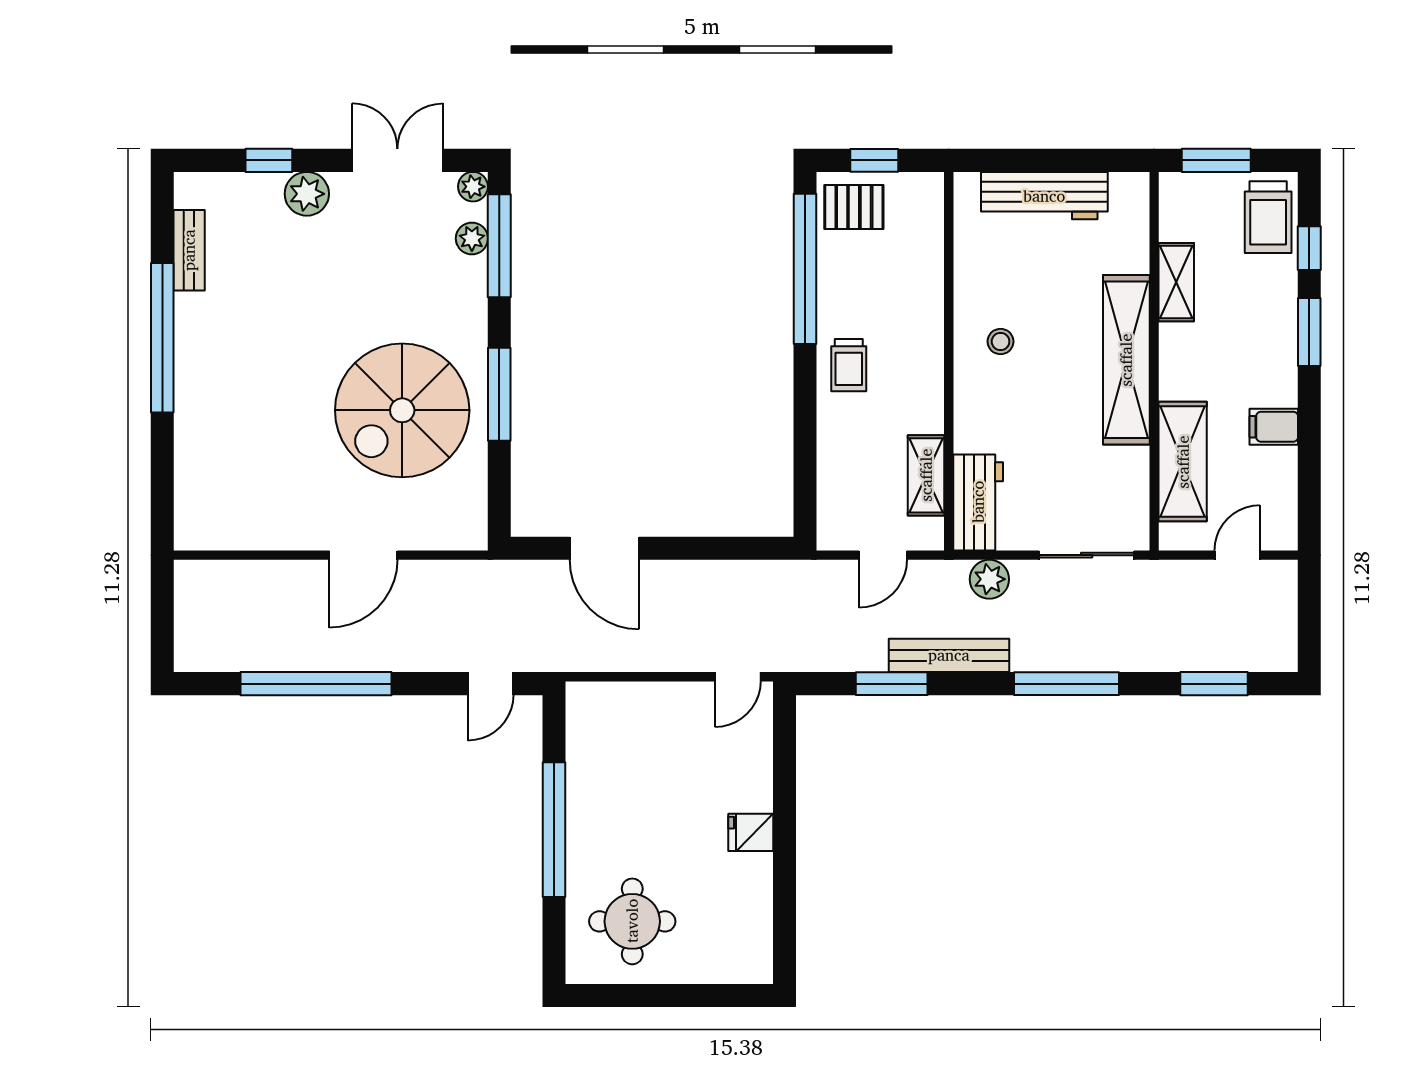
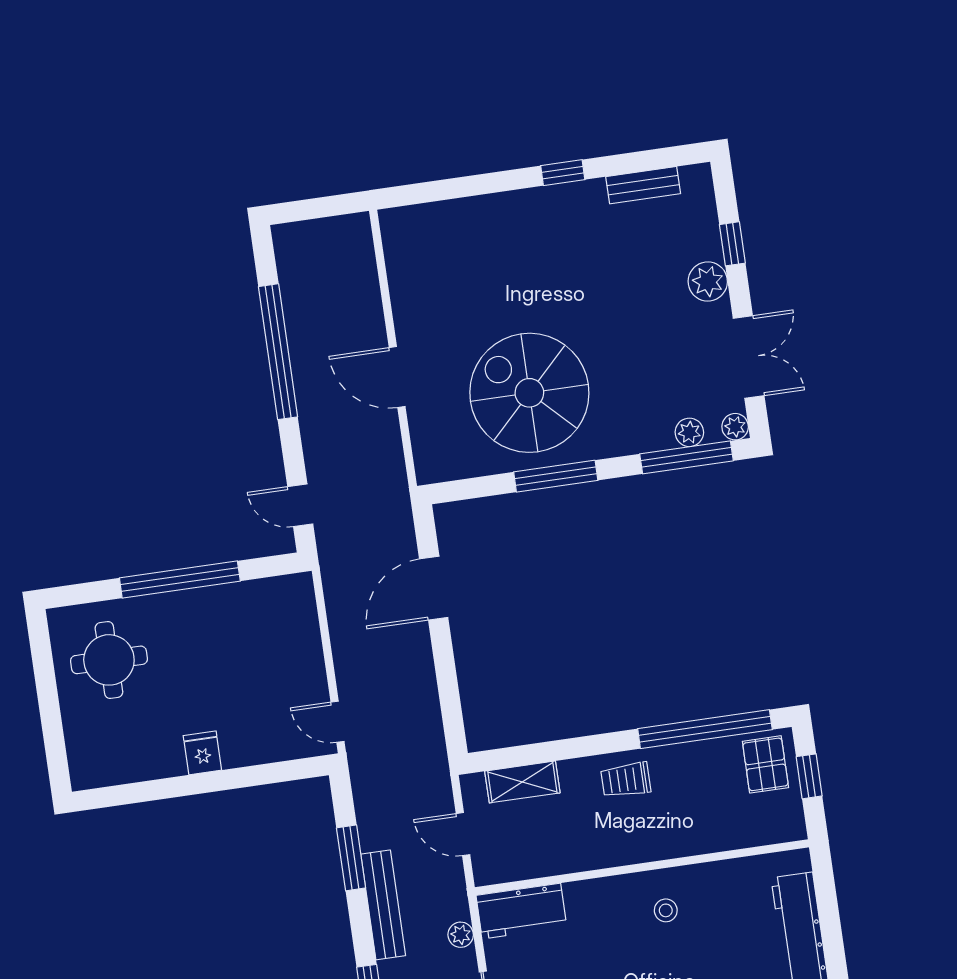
window: (162, 338) -> (563, 173), width x0.32
shelving: (926, 475) -> (522, 782), moved
plant: (989, 579) -> (461, 935), width x0.73, depth x0.73

